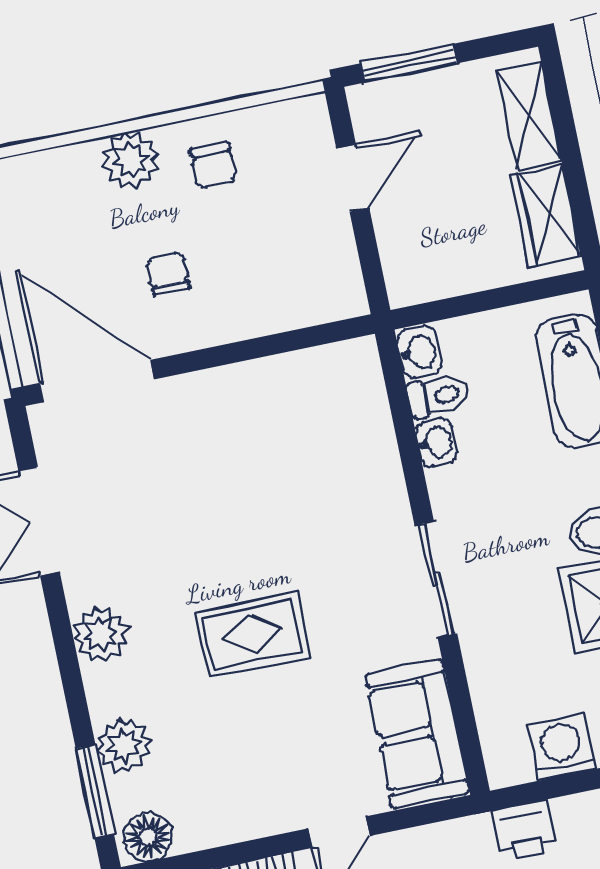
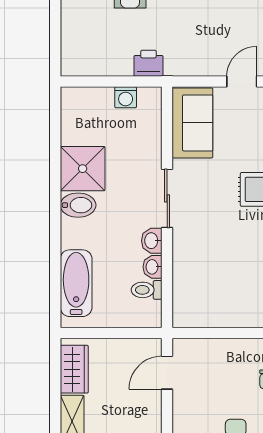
door: (353, 178) -> (167, 373), moved
washbasin: (419, 352) -> (152, 241), moved
washing machine: (561, 747) -> (126, 97), width x0.73, depth x0.73

